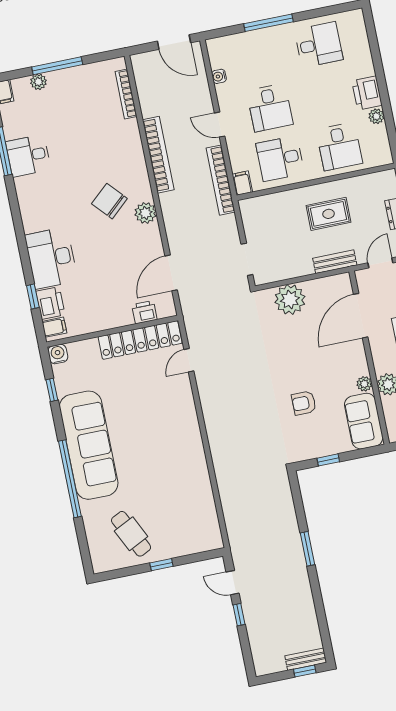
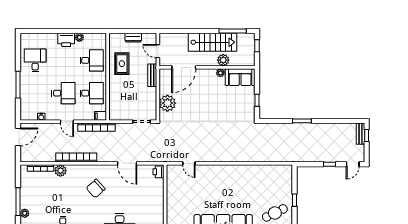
door: (220, 125) -> (67, 122), hinge flipped
desk: (280, 159) -> (92, 93), turned -90
plant: (145, 213) -> (60, 171), moved
rug: (329, 214) -> (122, 64), moved
door: (171, 273) -> (127, 163), moved
printer: (144, 312) -> (159, 172), moved
door: (361, 316) -> (184, 67), hinge flipped
locker: (140, 340) -> (173, 187), removed
armchair: (304, 403) -> (224, 107), removed
door: (233, 583) -> (353, 164), moved

